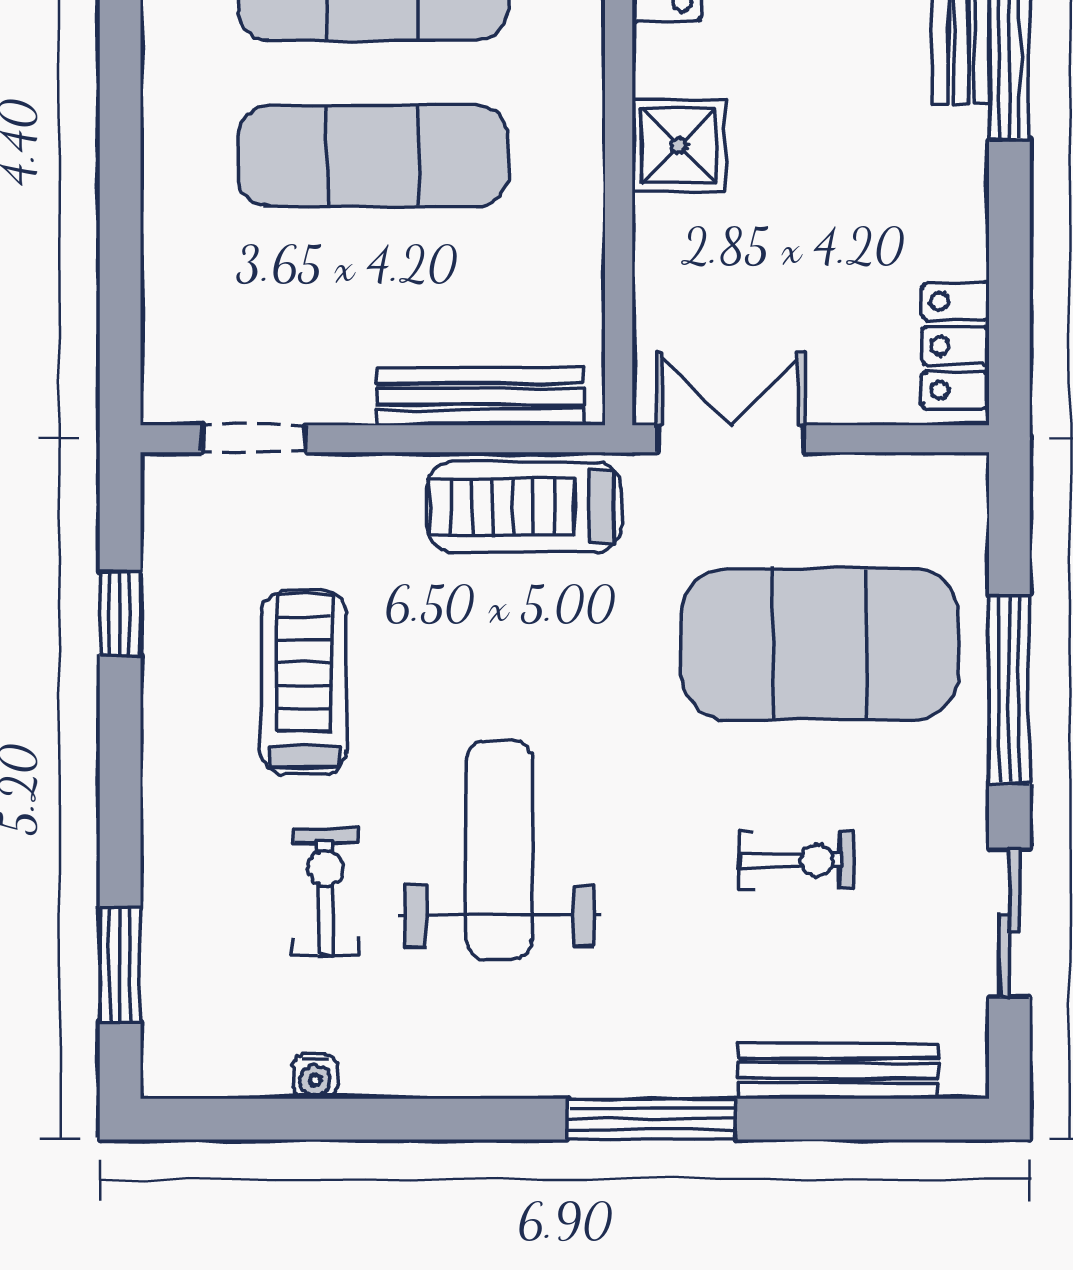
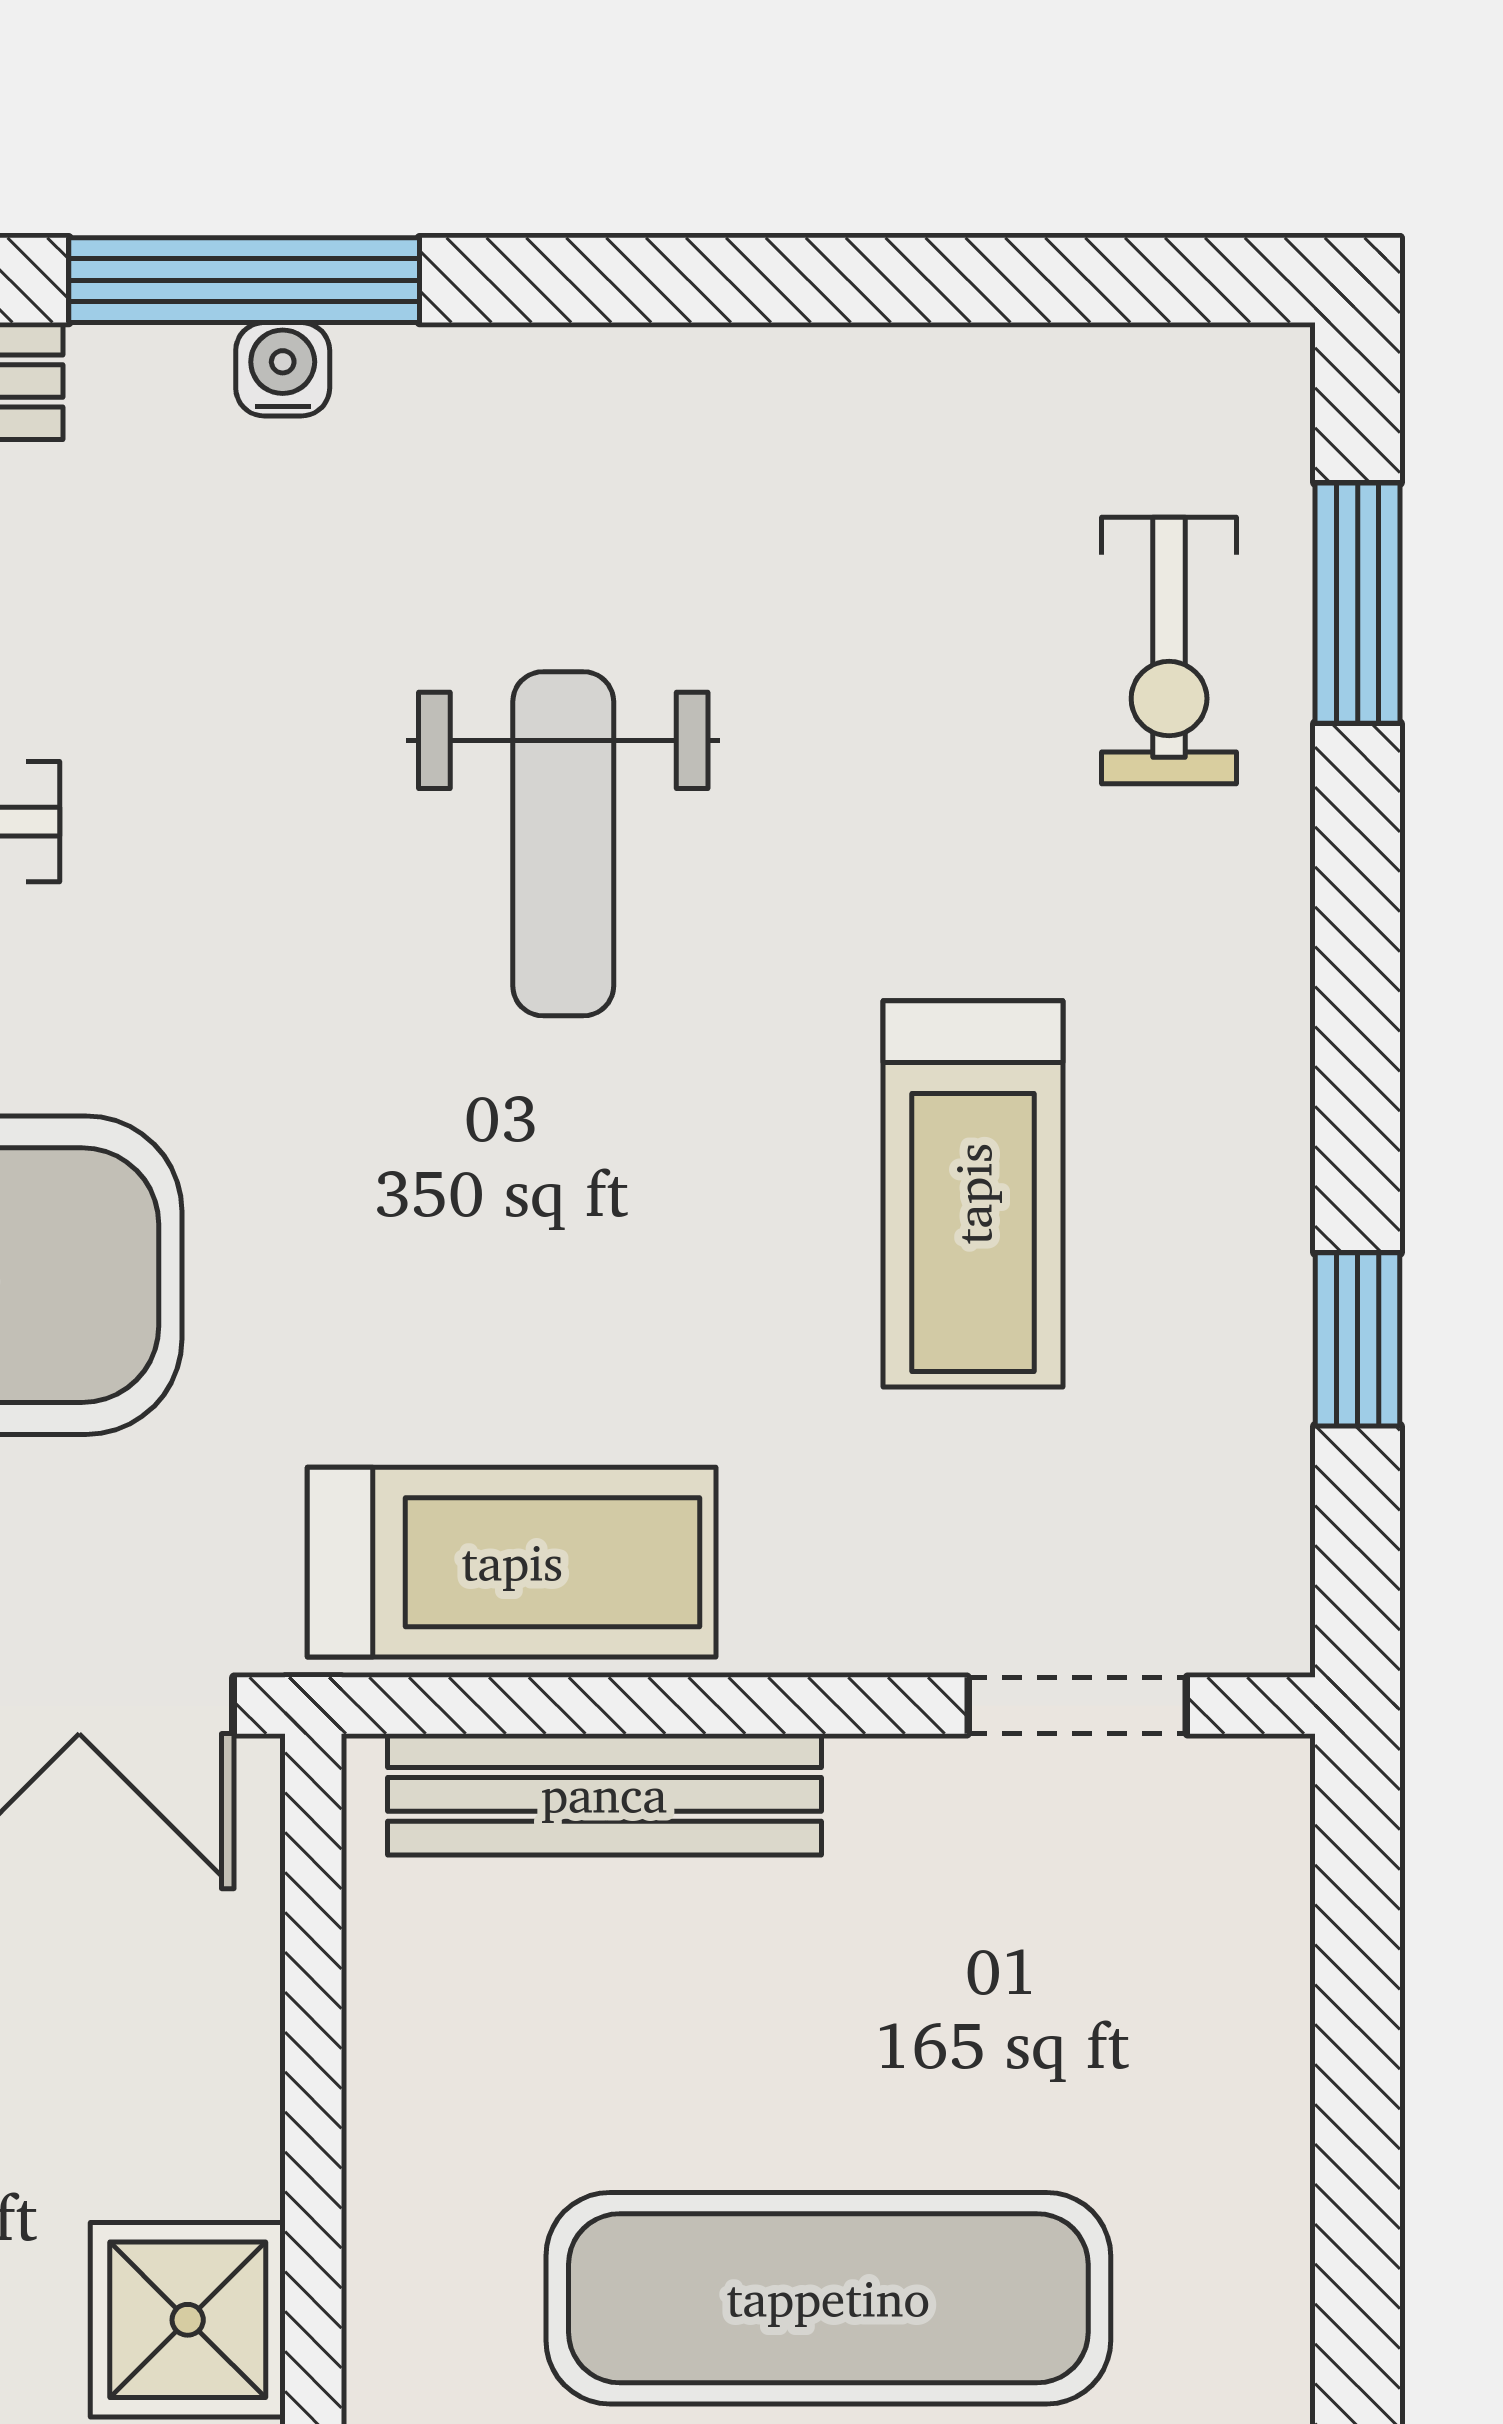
weight bench: (499, 850) -> (563, 844), width x0.73, depth x0.75
exercise bike: (326, 892) -> (1169, 651), moved
water cooler: (315, 1076) -> (283, 369), moved

